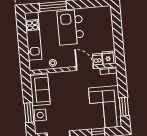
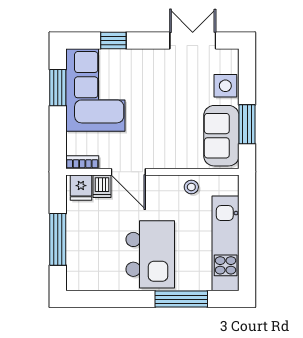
window: (117, 31) -> (58, 239), added
window: (29, 113) -> (247, 124), moved

